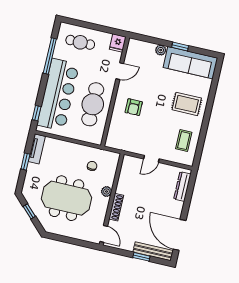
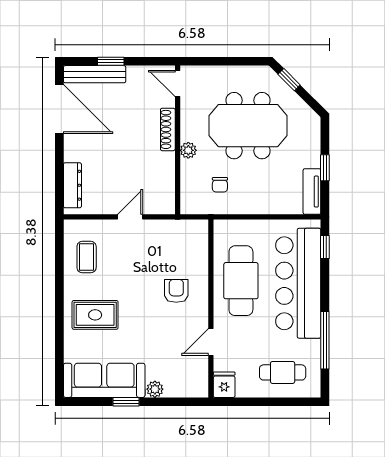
window: (29, 211) -> (289, 80), moved

